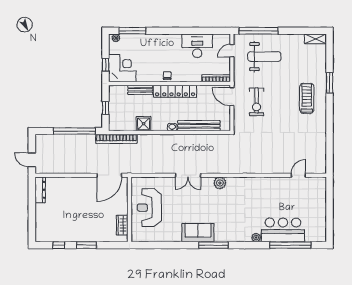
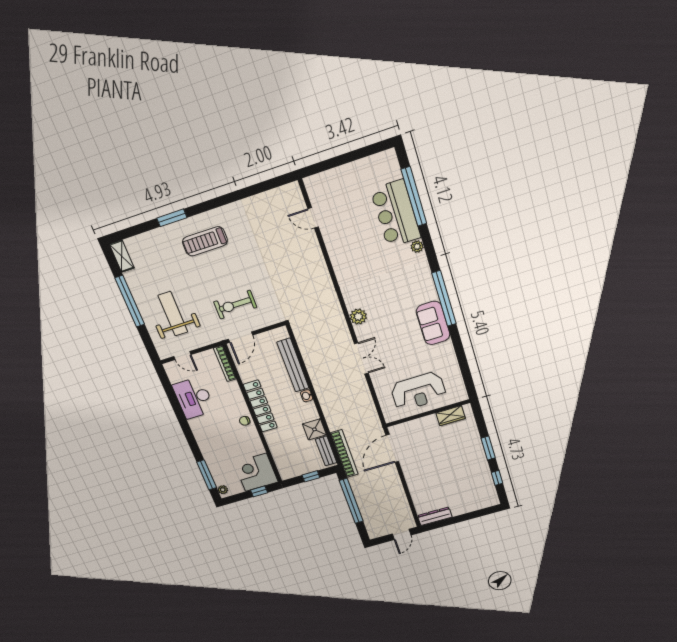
window: (258, 31) -> (130, 301), moved
bench: (140, 90) -> (326, 451), moved
exercise bike: (256, 102) -> (235, 305), turned 180
door: (109, 175) -> (392, 448), swing flipped
window: (213, 245) -> (444, 298), width x1.46

